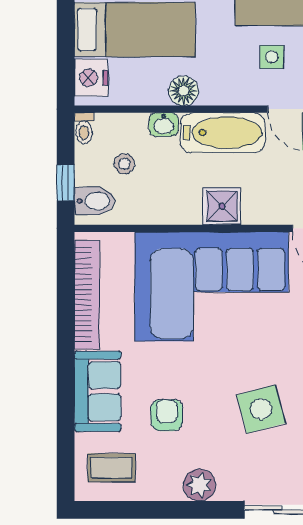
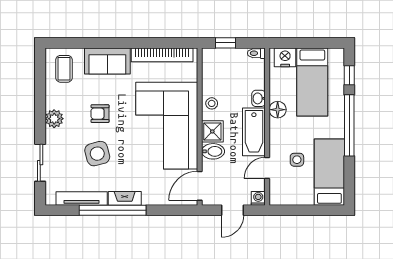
stool: (124, 164) -> (212, 103), moved
bidet: (94, 201) -> (213, 151), moved, turned -90
armchair: (167, 415) -> (100, 114), moved, turned 180

